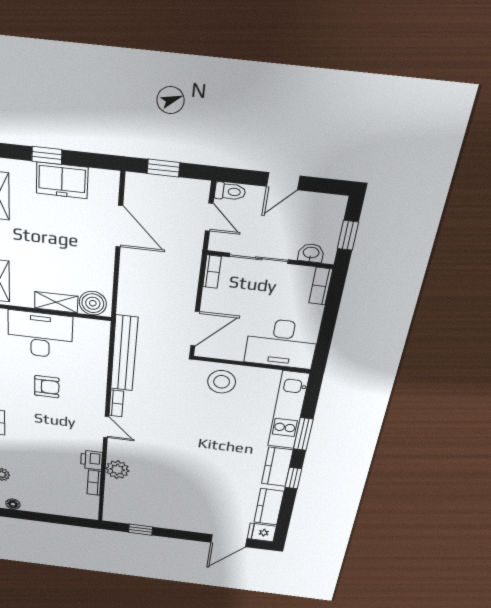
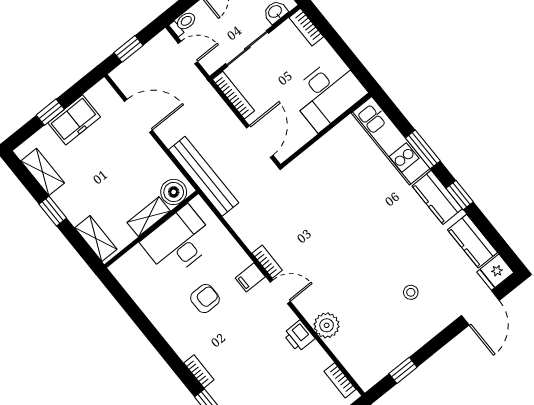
bookcase: (212, 272) -> (233, 95), width x1.56
desk: (40, 335) -> (179, 242), moved
bench: (124, 354) -> (204, 176), moved
stool: (222, 382) -> (411, 292), moved, width x0.53, depth x0.53
filing cabinet: (94, 402) -> (250, 277), added
bookcase: (94, 483) -> (340, 380), moved

